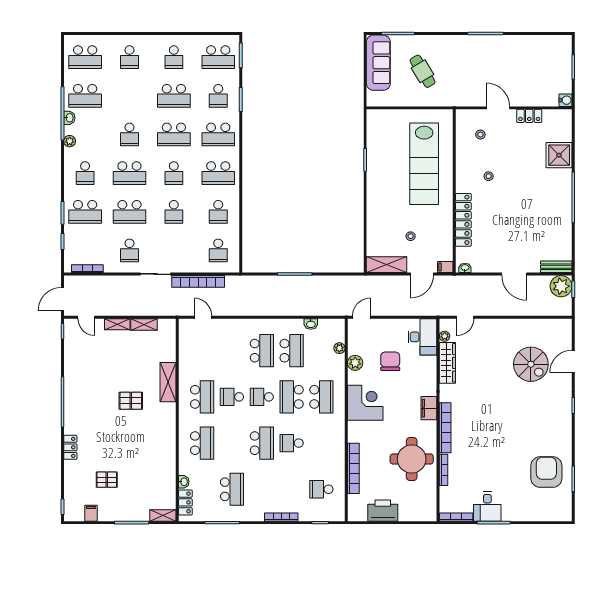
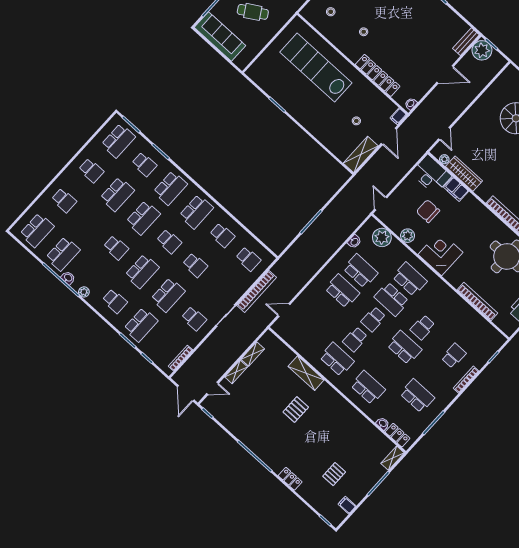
lab bench: (424, 164) -> (316, 67), turned 180
plant: (339, 348) -> (382, 237), width x1.87, depth x1.87
filing cabinet: (429, 408) -> (456, 189), moved
school desk: (321, 489) -> (454, 356), moved, turned 180

